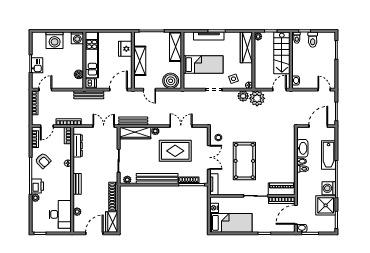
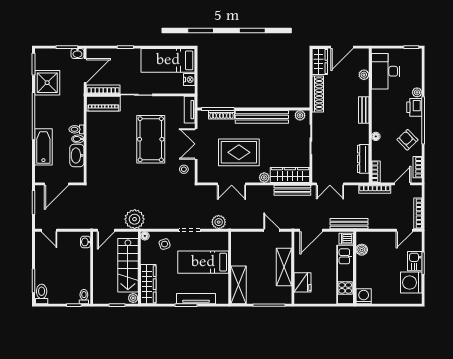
washing machine: (55, 40) -> (411, 283), moved, turned -90
toilet: (313, 40) -> (42, 294), moved
stairs: (282, 53) -> (128, 265), moved, turned 180
boiler: (171, 81) -> (245, 241), removed
plant: (243, 96) -> (219, 222), moved
washing machine: (329, 188) -> (43, 105), removed

